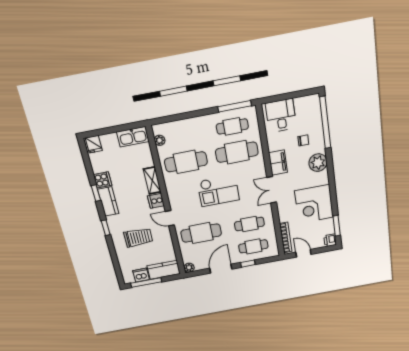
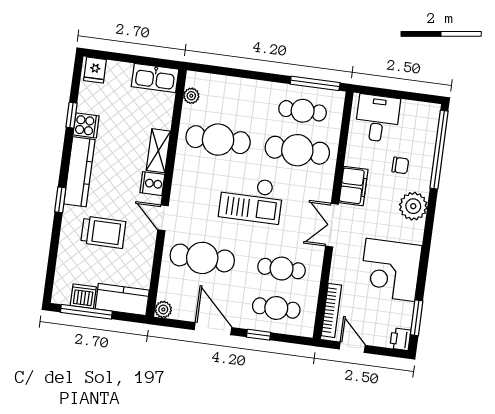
window: (96, 193) -> (72, 115), moved
kitchen counter: (108, 201) -> (79, 172), width x1.50
door: (221, 269) -> (213, 329), hinge flipped

